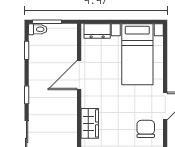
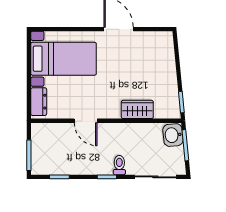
toilet: (38, 29) -> (119, 165), moved
door: (79, 75) -> (86, 121), width x0.73
chair: (146, 129) -> (143, 50), removed

